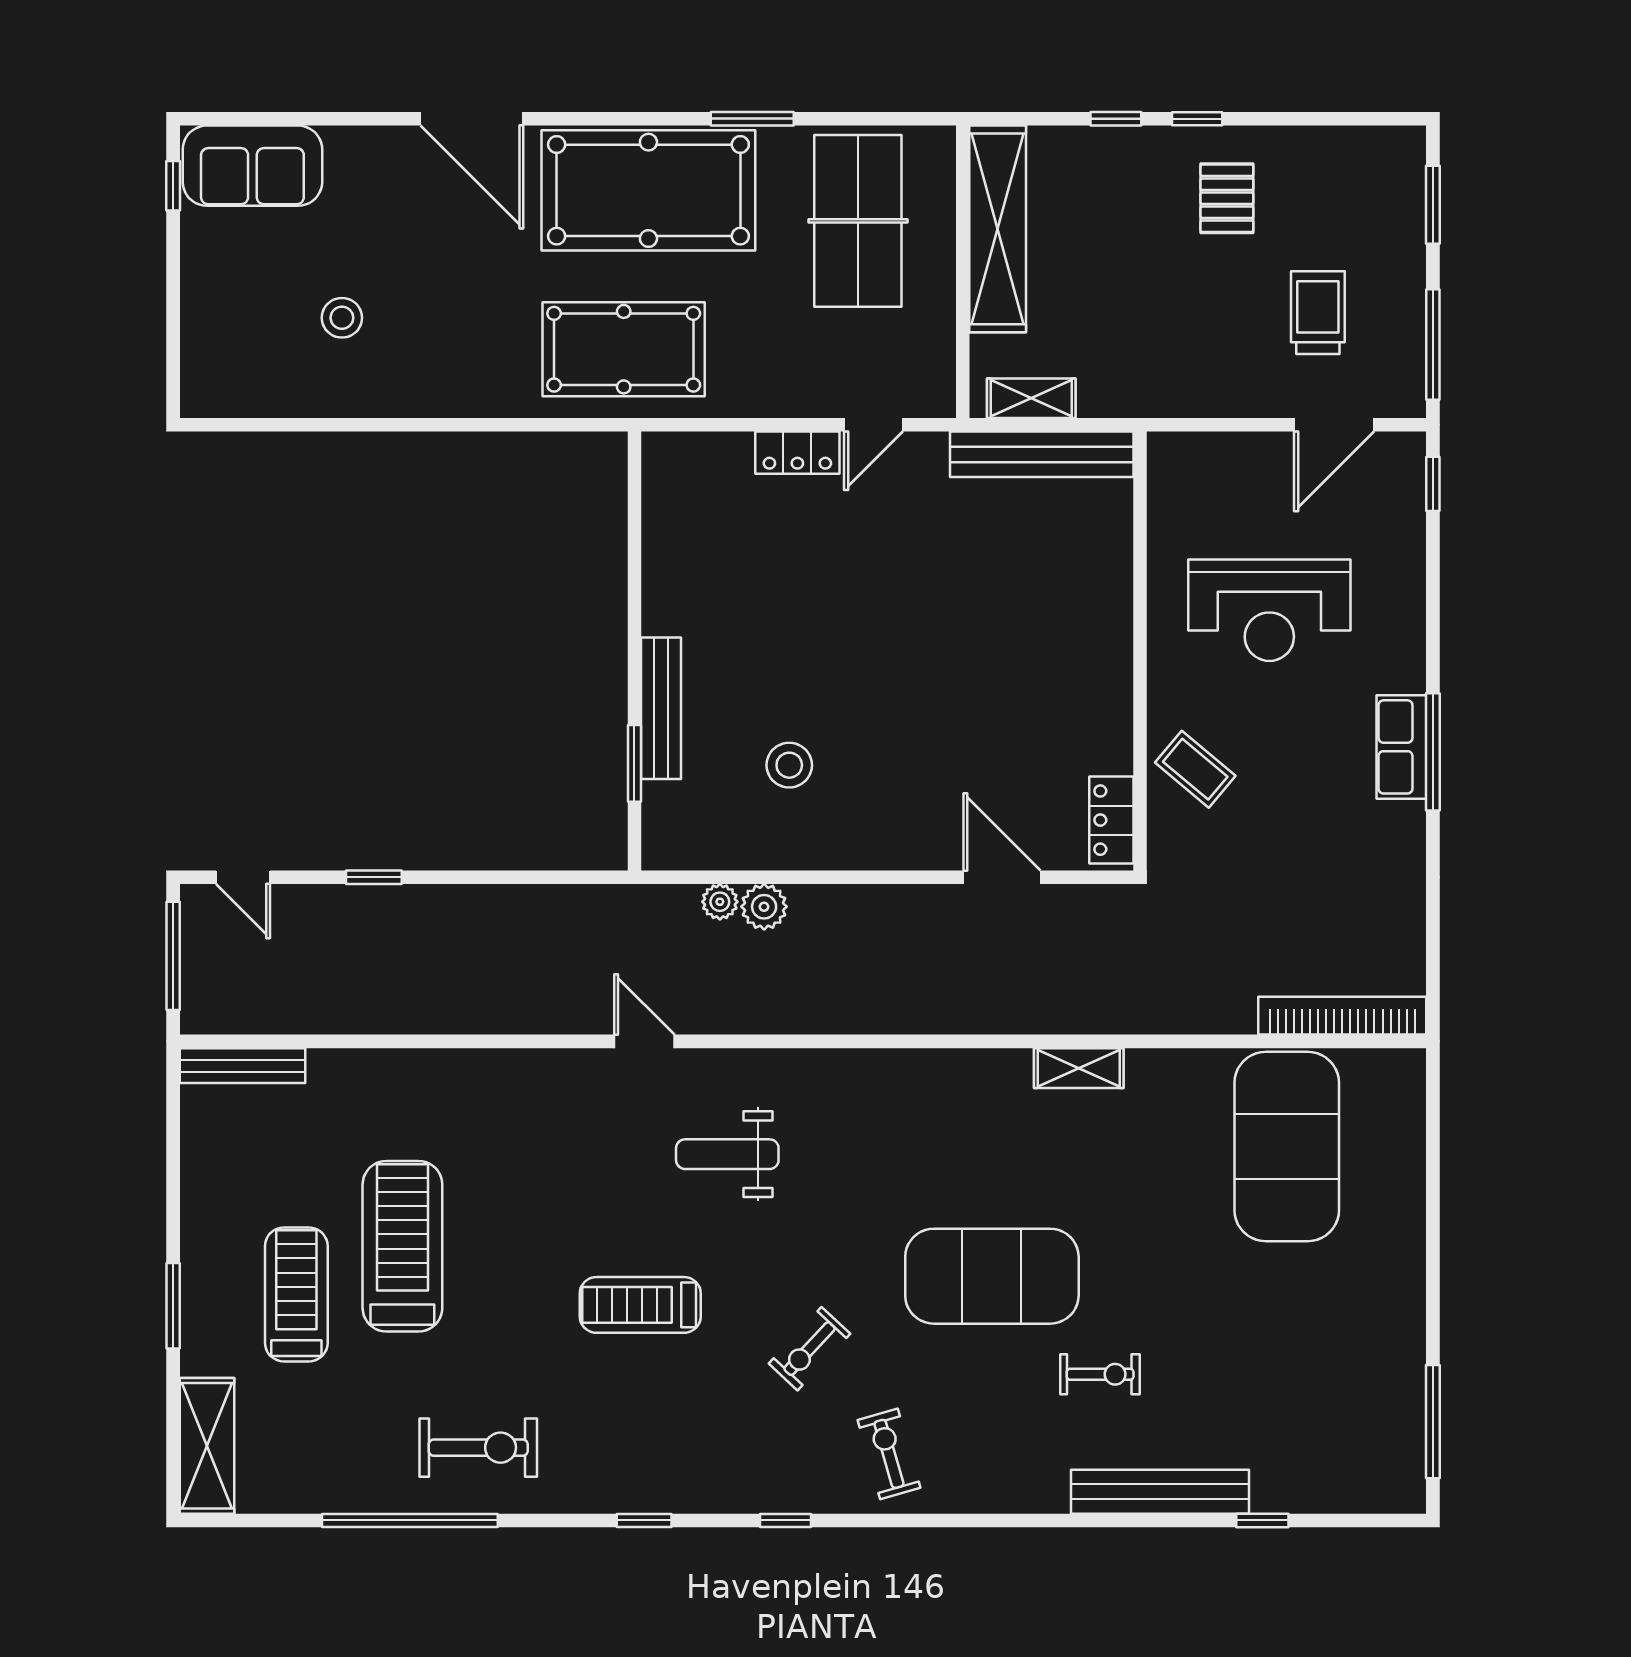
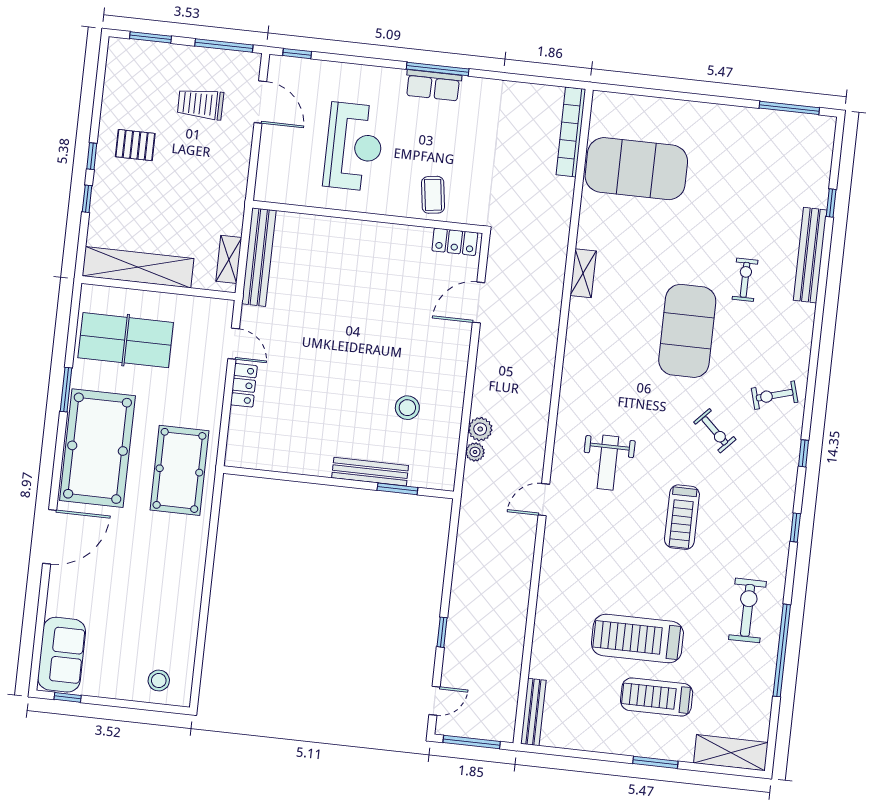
stool: (342, 318) -> (159, 681), moved
coffee table: (1195, 769) -> (433, 195), turned -48

